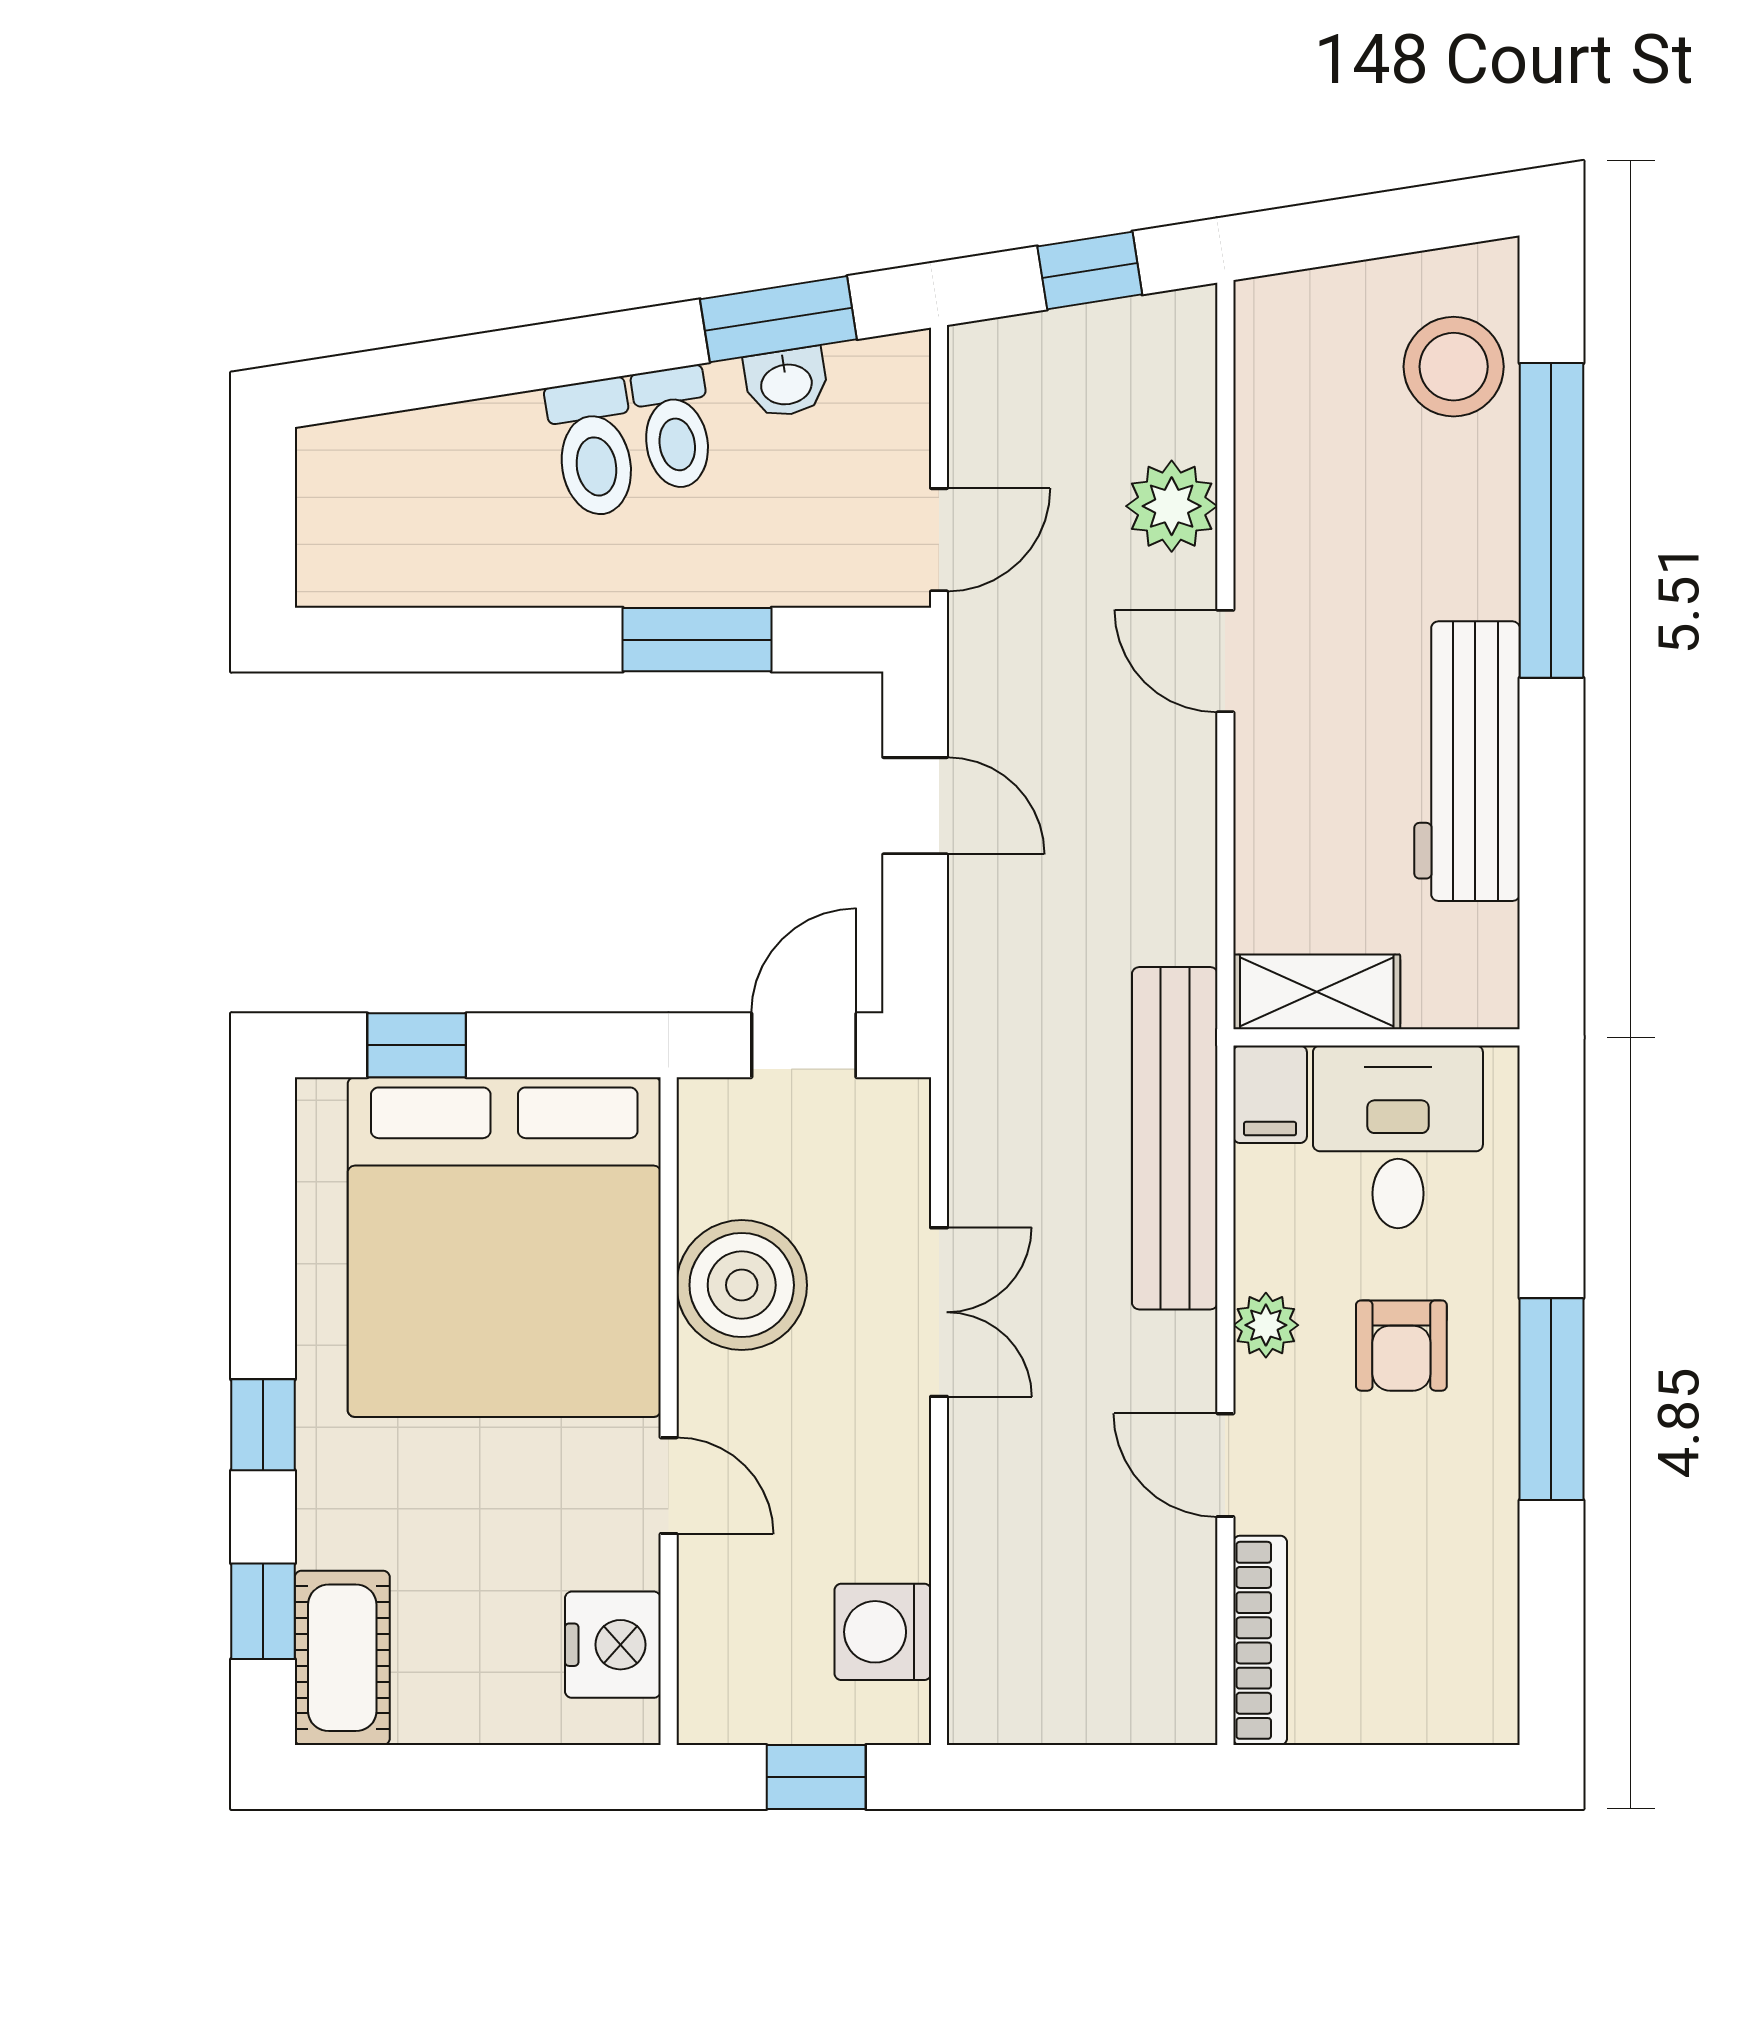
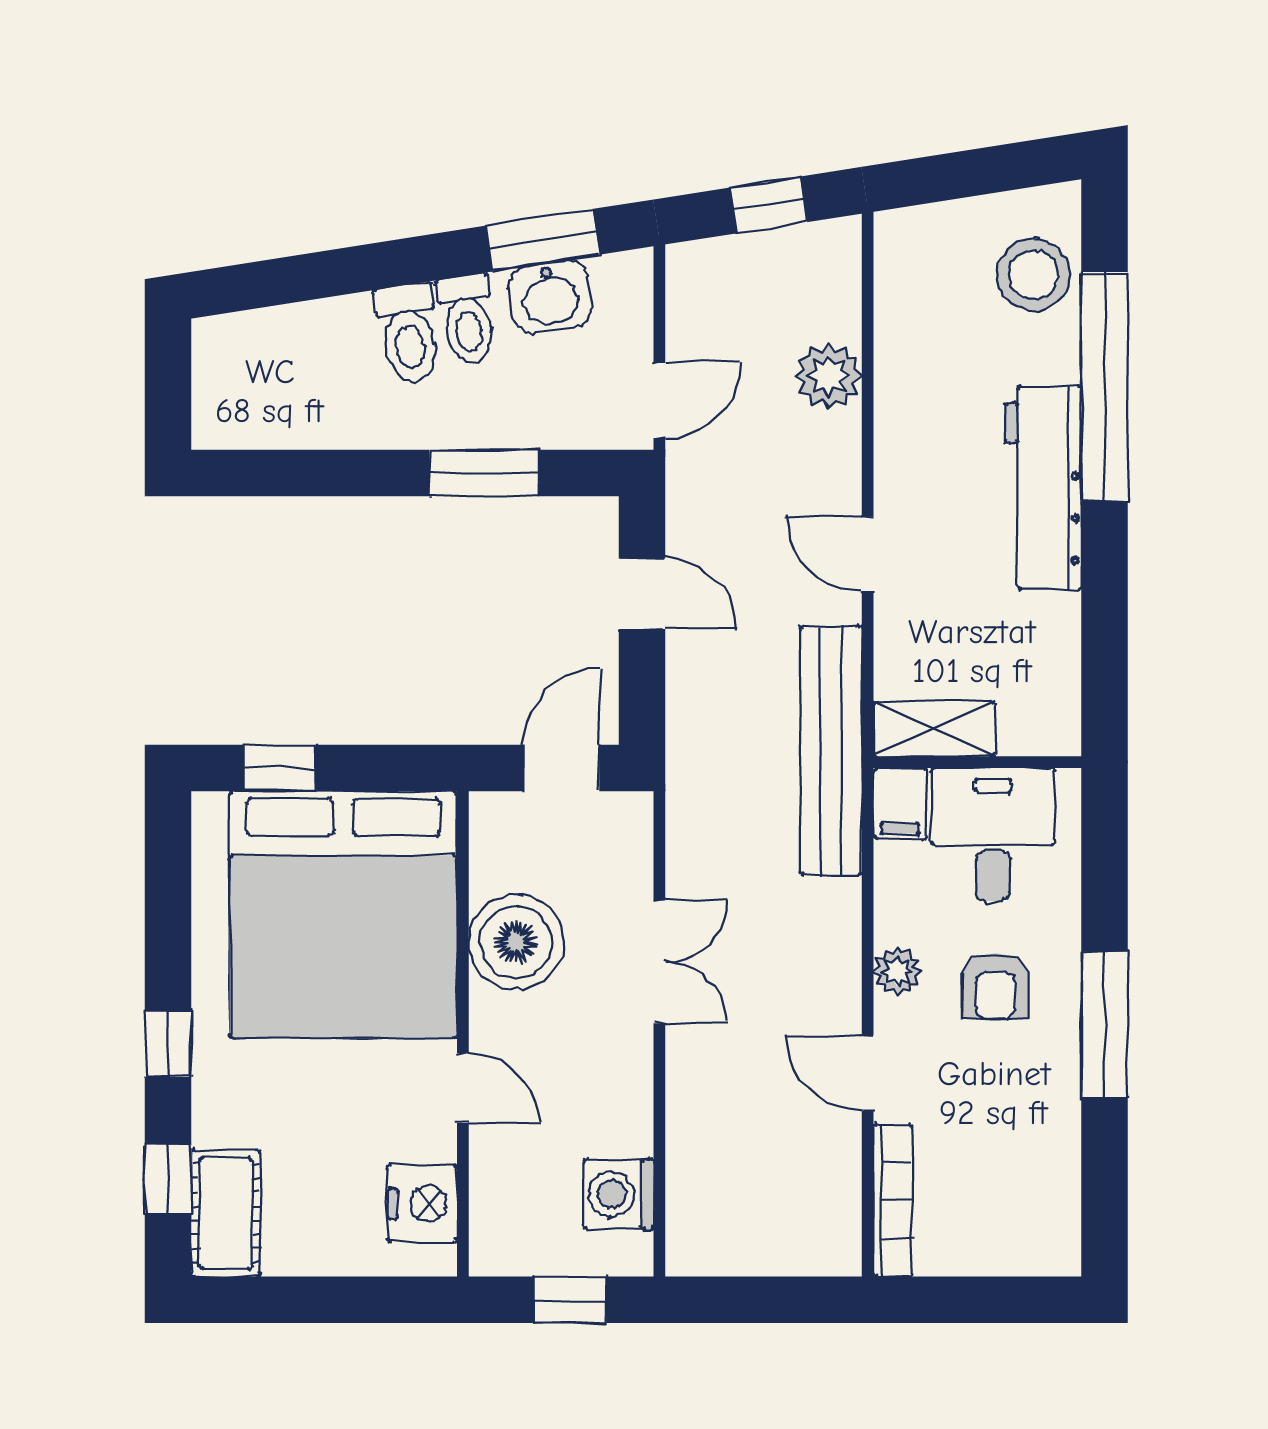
washbasin: (786, 383) -> (550, 297), width x1.38, depth x1.45
door: (1225, 661) -> (868, 554), moved
workbench: (1467, 761) -> (1043, 488), moved
bench: (1175, 1138) -> (831, 751), moved

